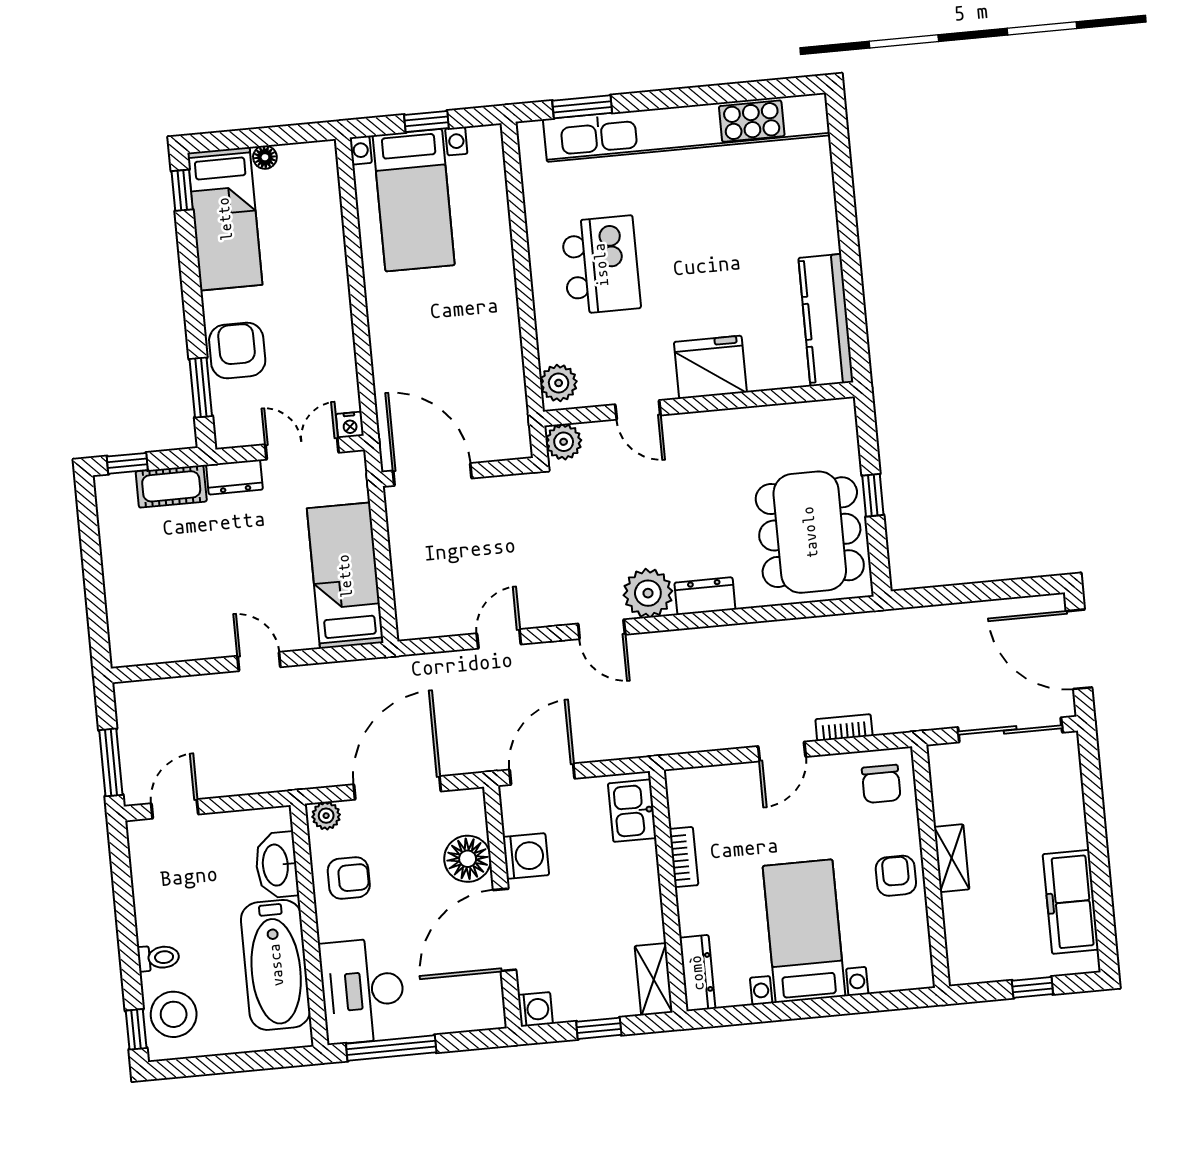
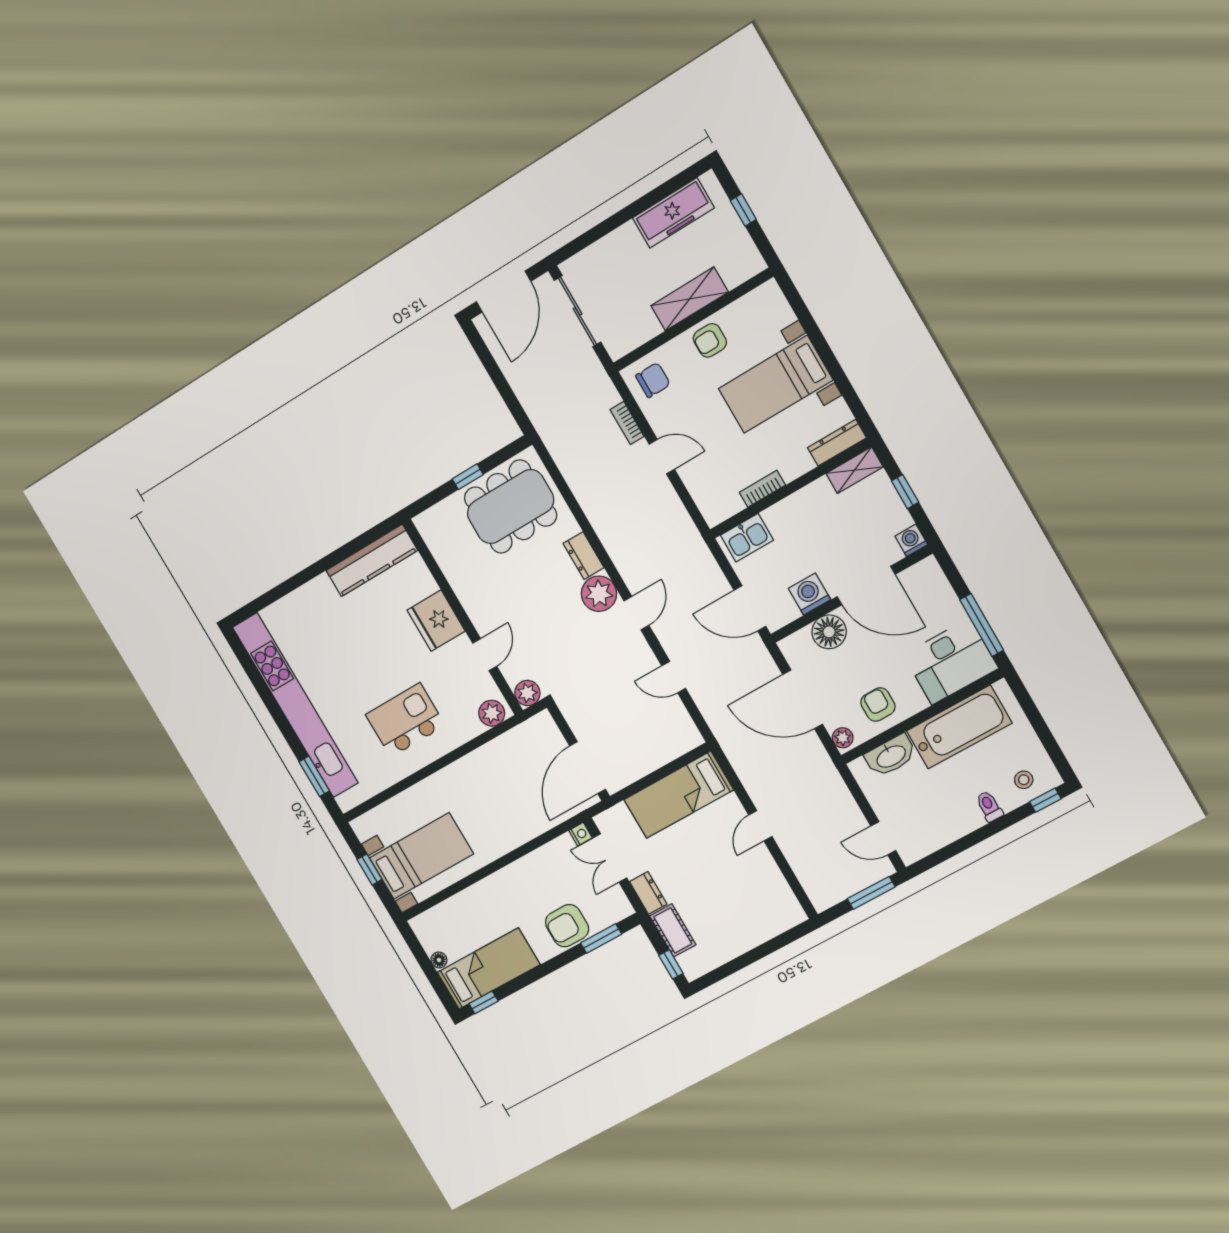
shelving: (952, 858) -> (690, 299), width x1.50, depth x1.33
stool: (174, 1014) -> (1024, 780), width x0.53, depth x0.53

